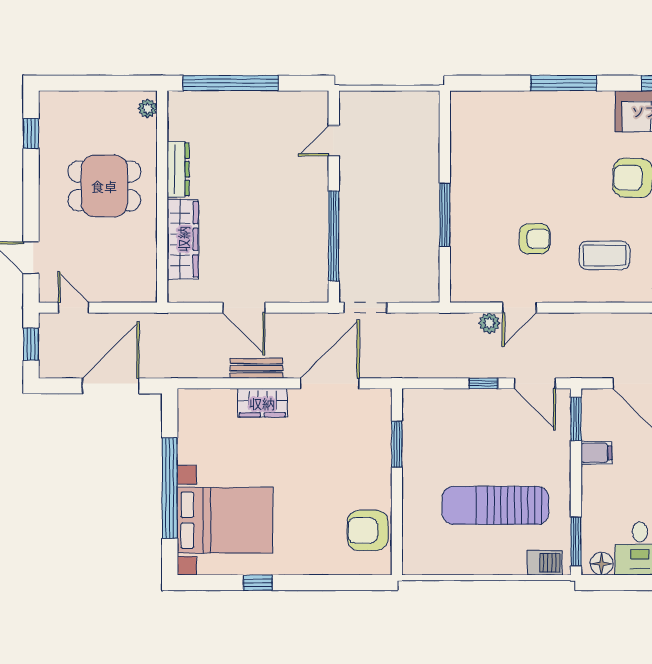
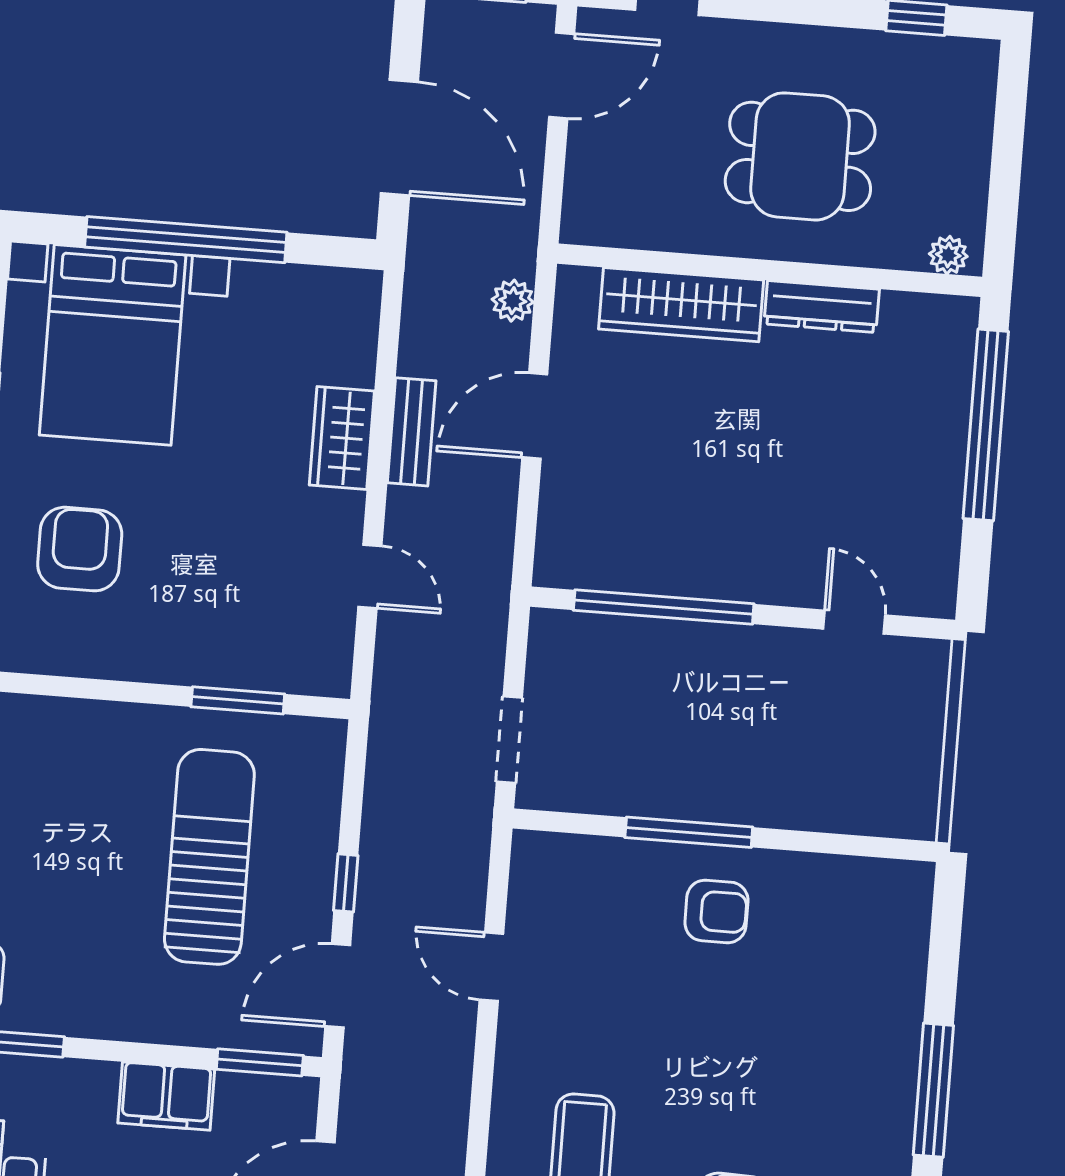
dining table: (104, 186) -> (800, 156), turned 90
armchair: (535, 239) -> (716, 911), moved, turned -90
door: (73, 308) -> (562, 75), width x1.37
doorway: (365, 308) -> (509, 740), moved
plant: (489, 323) -> (513, 301), moved
door: (330, 383) -> (370, 576), width x0.53
filing cabinet: (596, 453) -> (166, 1096), width x2.00
sun lounger: (495, 505) -> (209, 857), moved
armchair: (368, 530) -> (80, 549), moved

